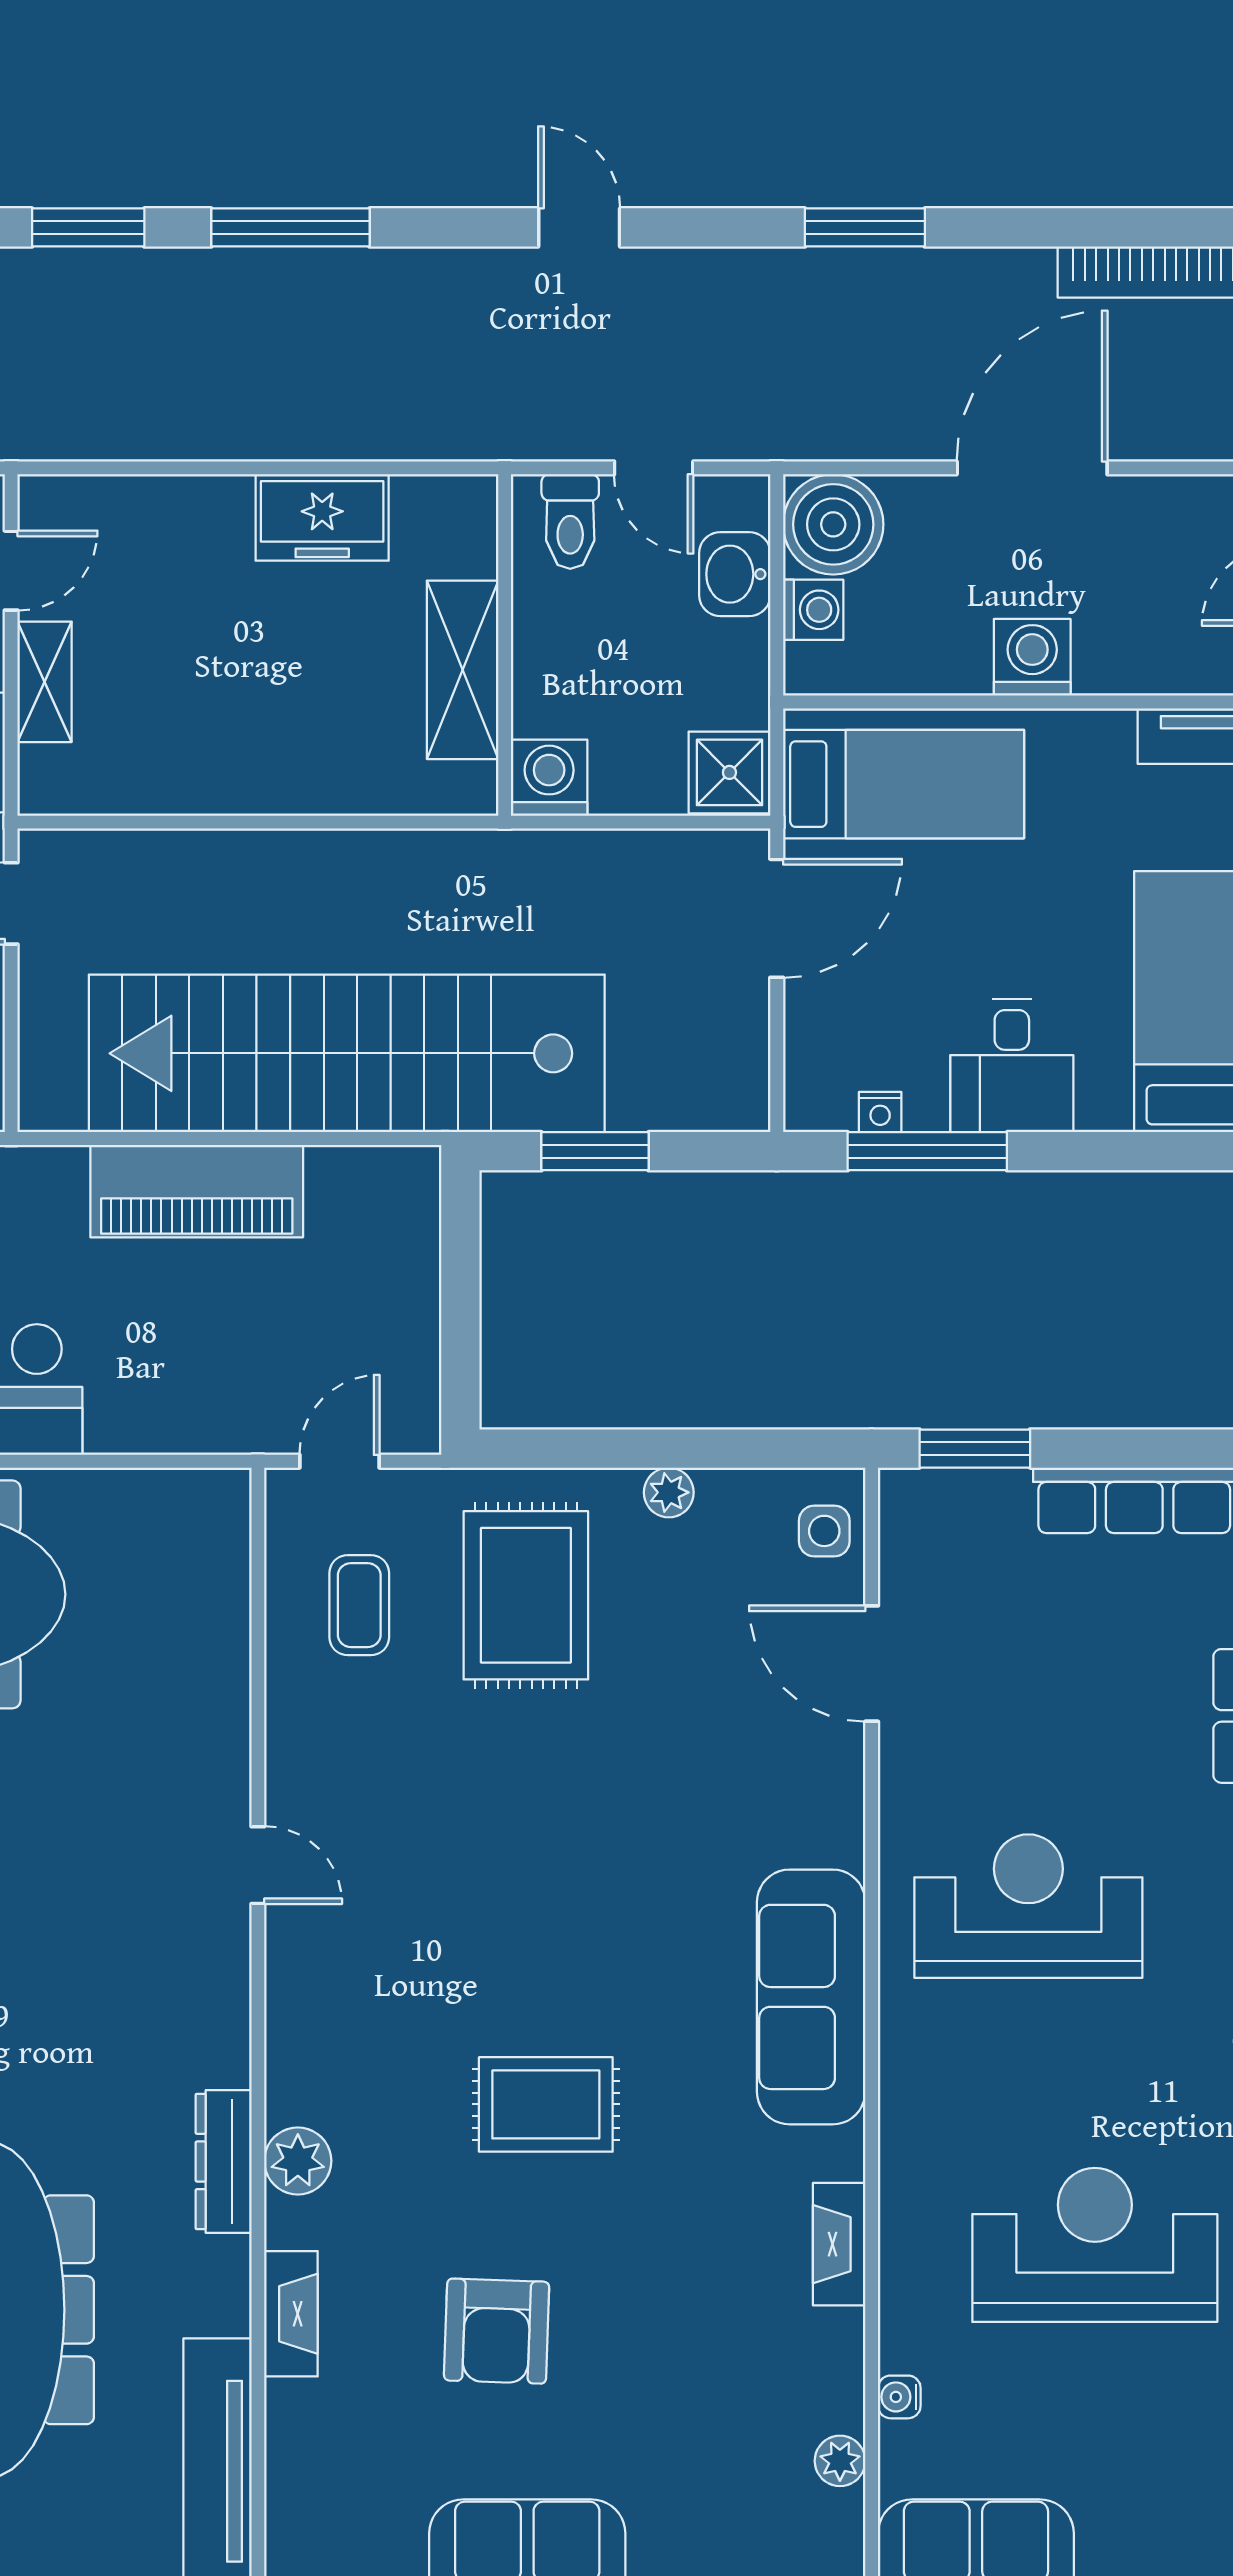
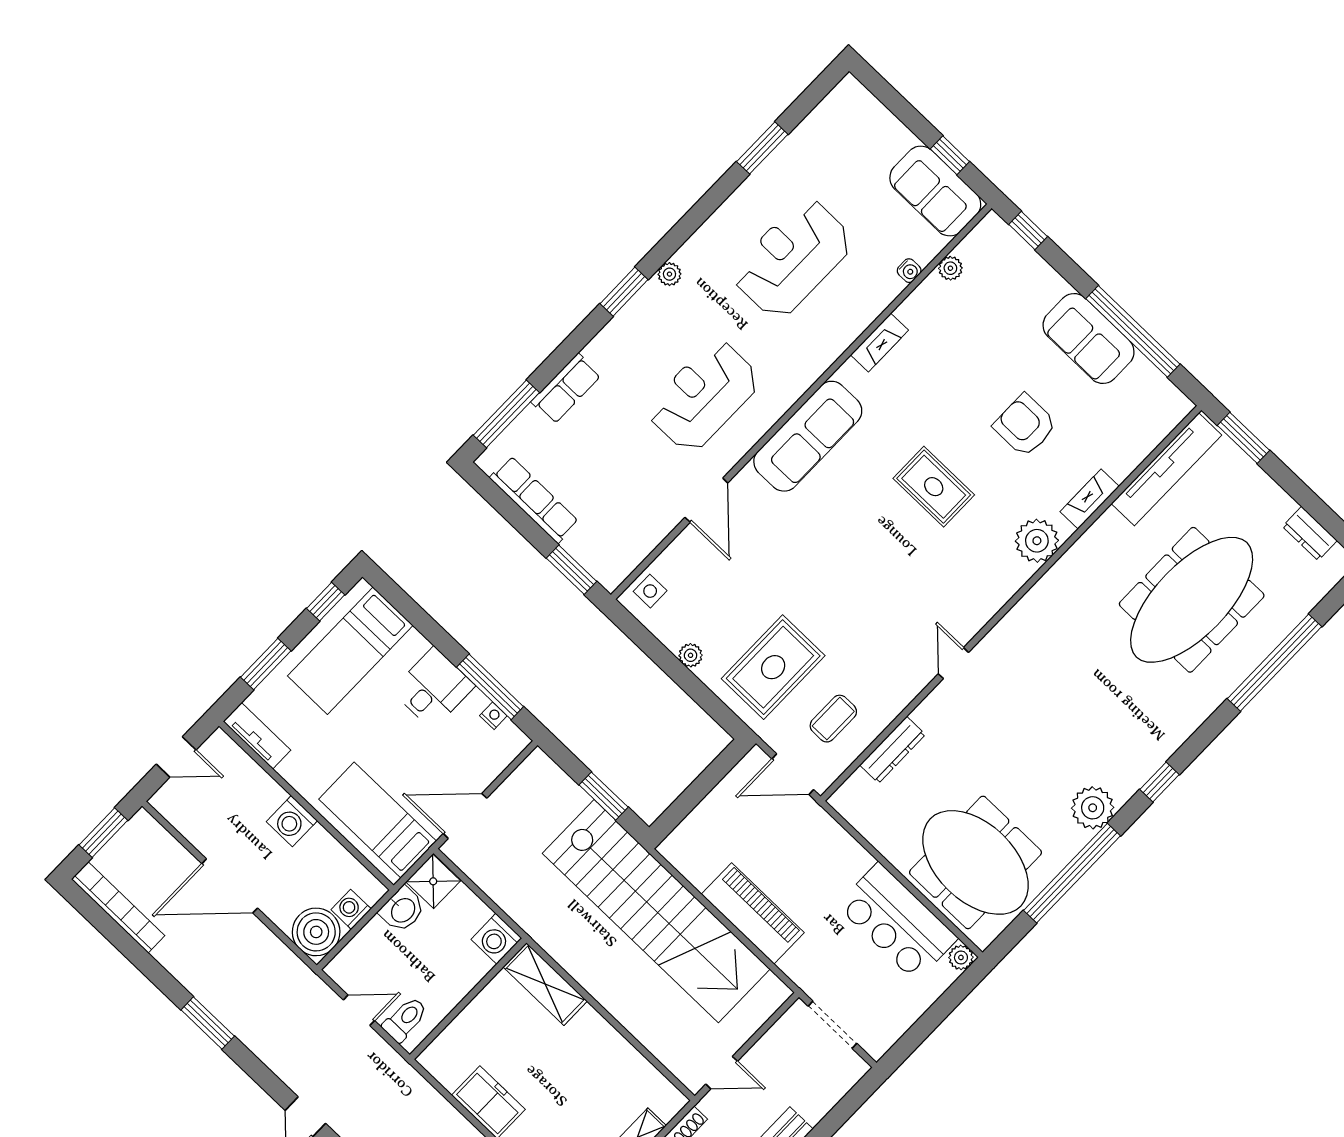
door: (654, 468) -> (359, 1010), hinge flipped
washbasin: (735, 574) -> (402, 910), moved
shelving: (463, 670) -> (545, 984), moved, turned 90
door: (339, 1461) -> (793, 774), width x1.38
door: (872, 1664) -> (706, 500), moved
reception desk: (1028, 1906) -> (704, 396), turned 90
plant: (298, 2161) -> (1037, 541), width x1.36, depth x1.36
dresser: (224, 2162) -> (893, 750), moved
reception desk: (1095, 2245) -> (792, 258), turned 90
armchair: (497, 2331) -> (1025, 425), turned -92

